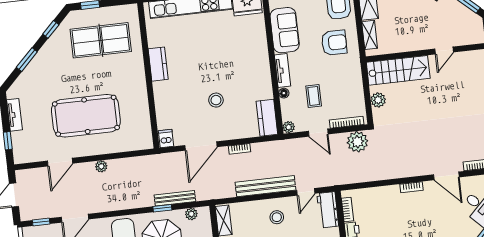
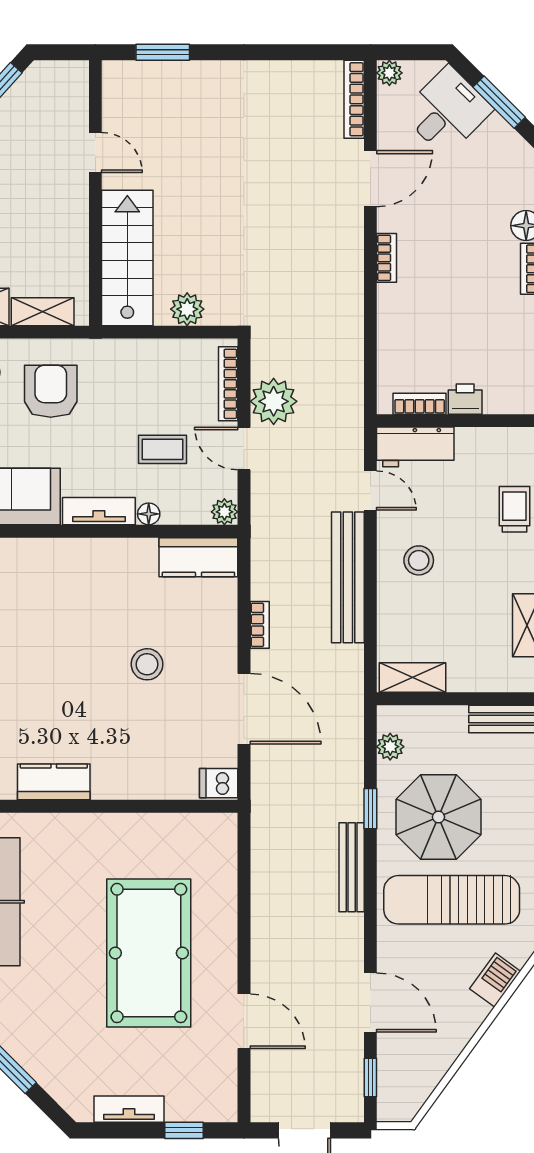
door: (318, 133) -> (244, 448), swing flipped
plant: (357, 142) -> (274, 401), moved
plant: (101, 166) -> (263, 932), removed
bench: (175, 198) -> (352, 867), moved

